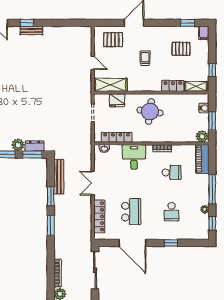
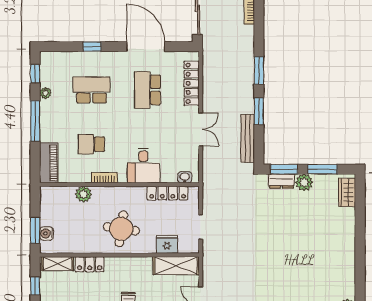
window: (212, 121) -> (35, 230), moved
plant: (202, 136) -> (84, 194), moved
school desk: (172, 212) -> (91, 90), width x1.85

